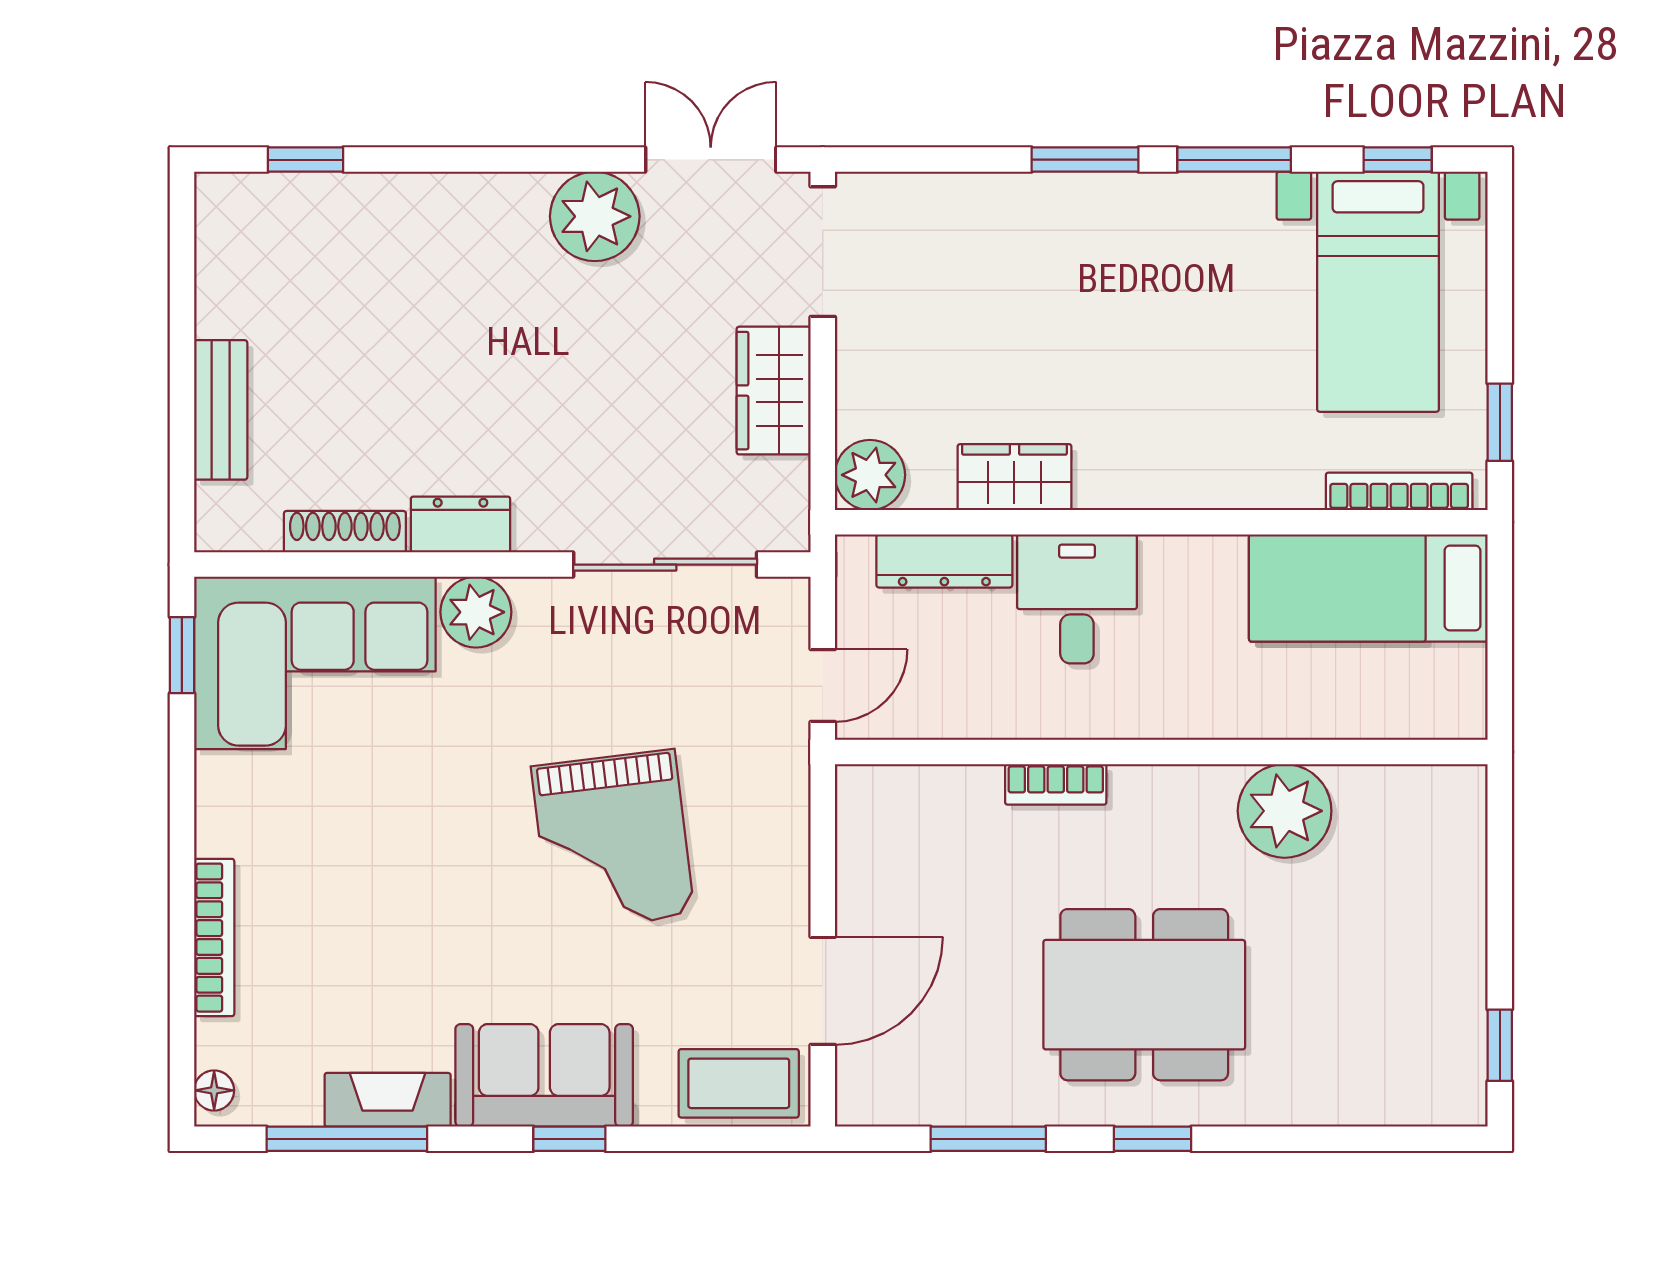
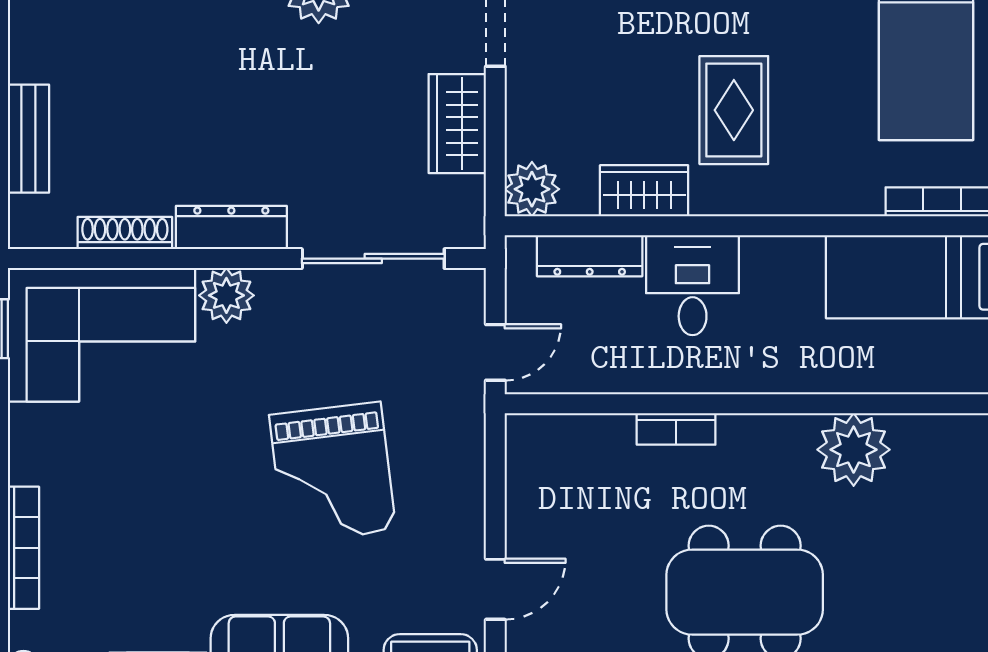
rug: (1130, 373) -> (734, 110), added
dresser: (461, 525) -> (231, 227), width x1.44
door: (823, 991) -> (495, 589), width x0.73

